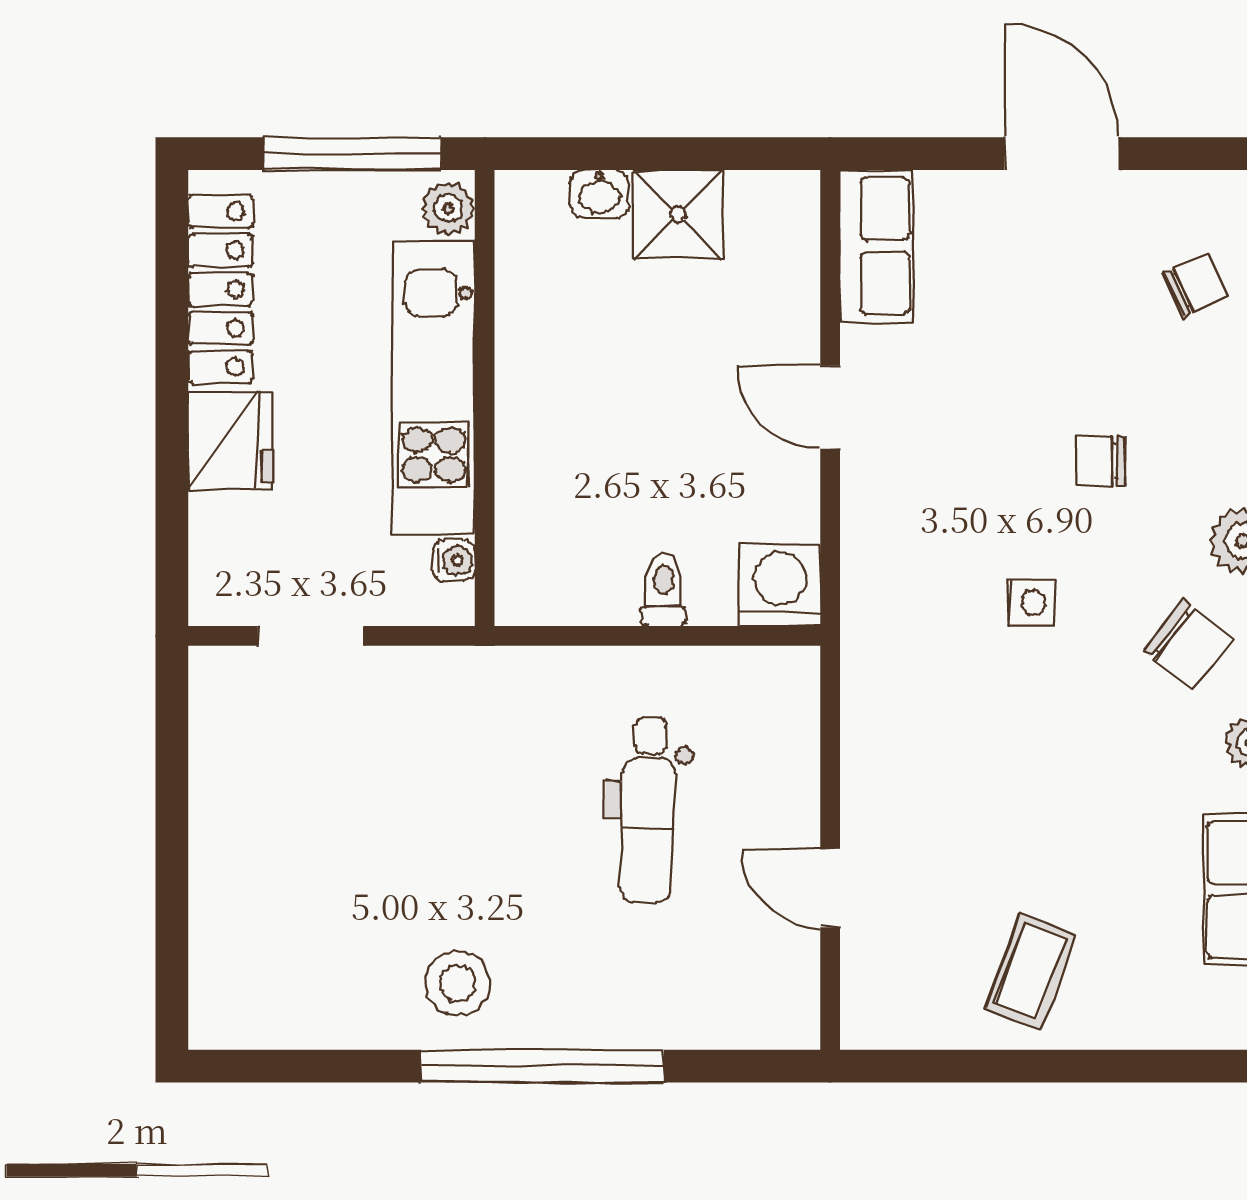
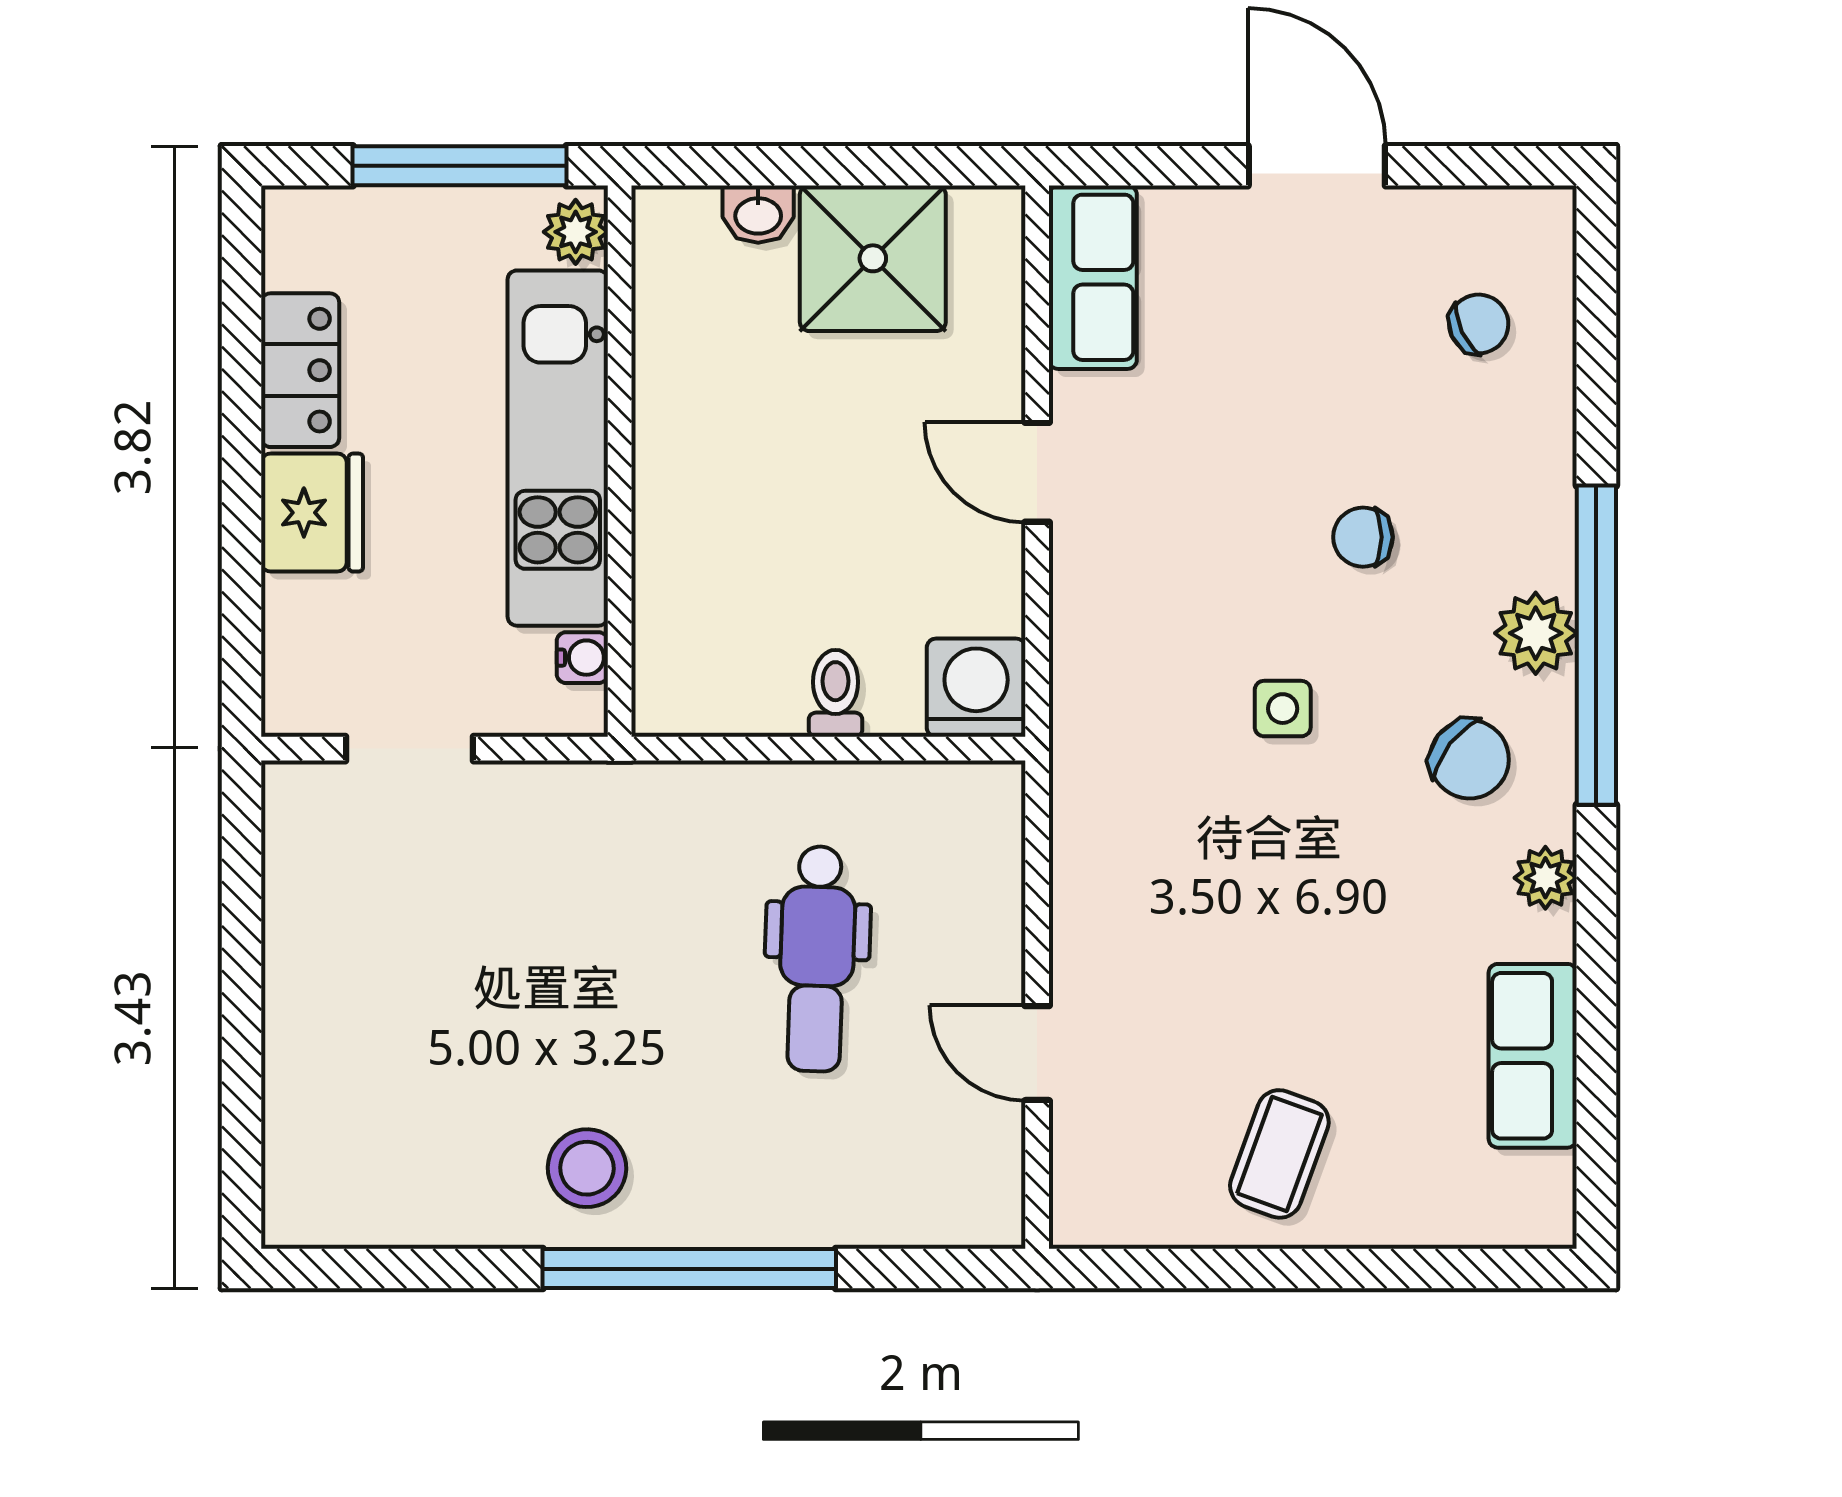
shower: (678, 214) -> (873, 258), width x1.36, depth x1.36
locker: (220, 289) -> (300, 370), width x0.66

